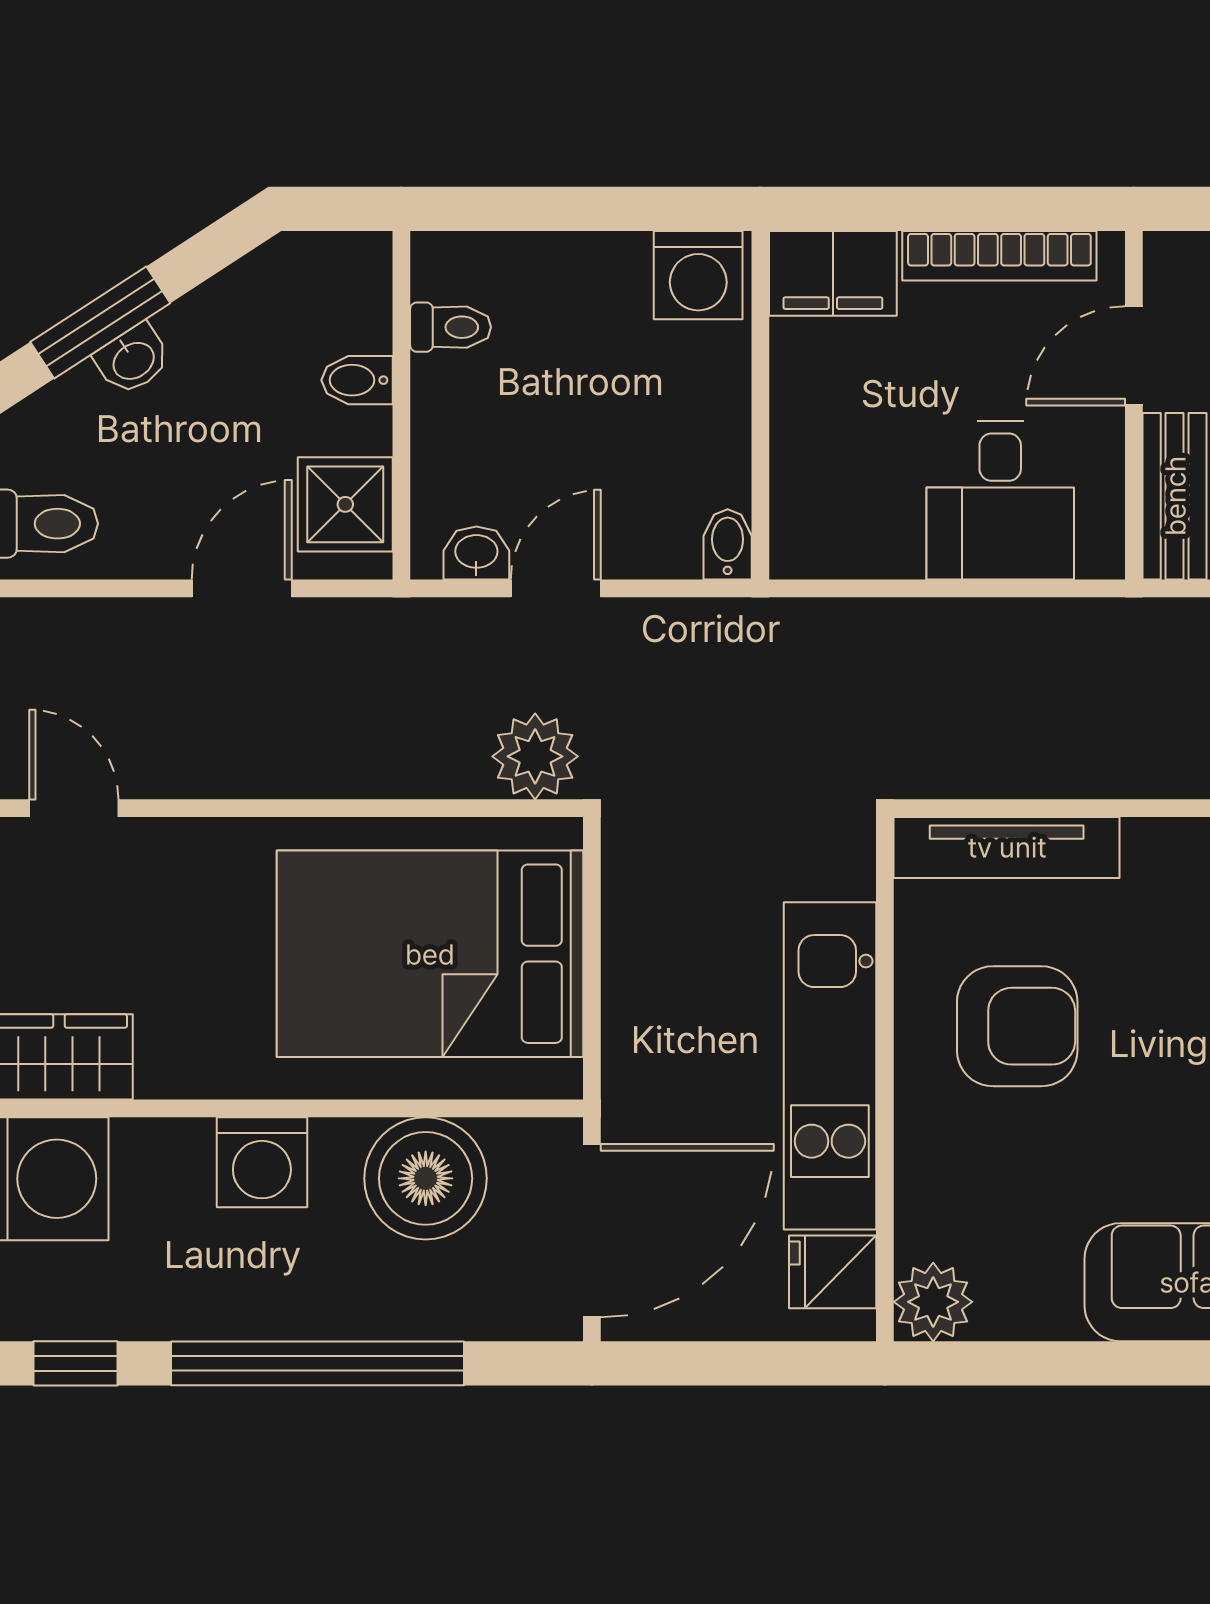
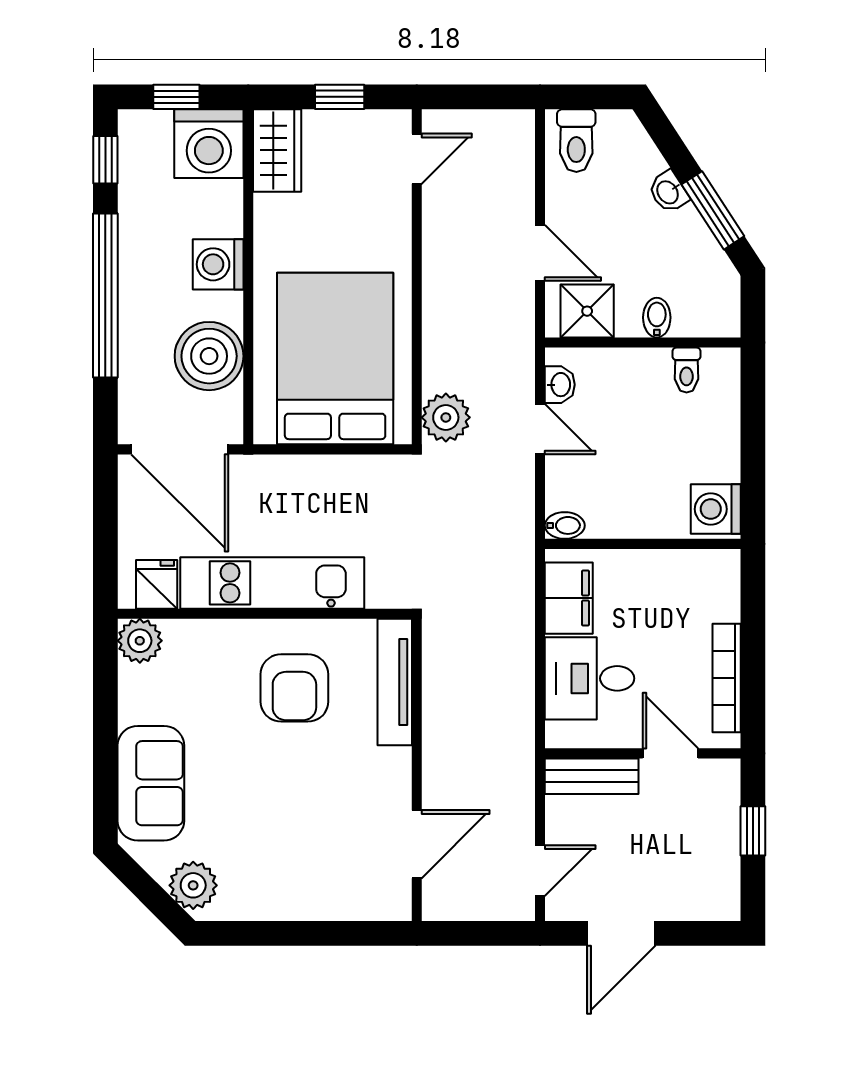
filing cabinet: (833, 273) -> (569, 598), moved, turned 180
window: (100, 323) -> (713, 210), moved

